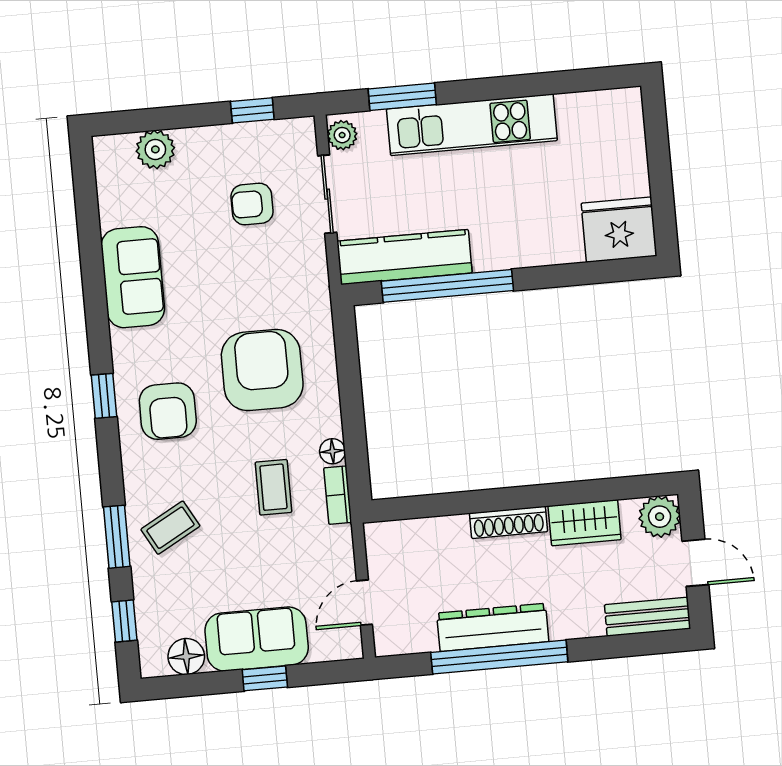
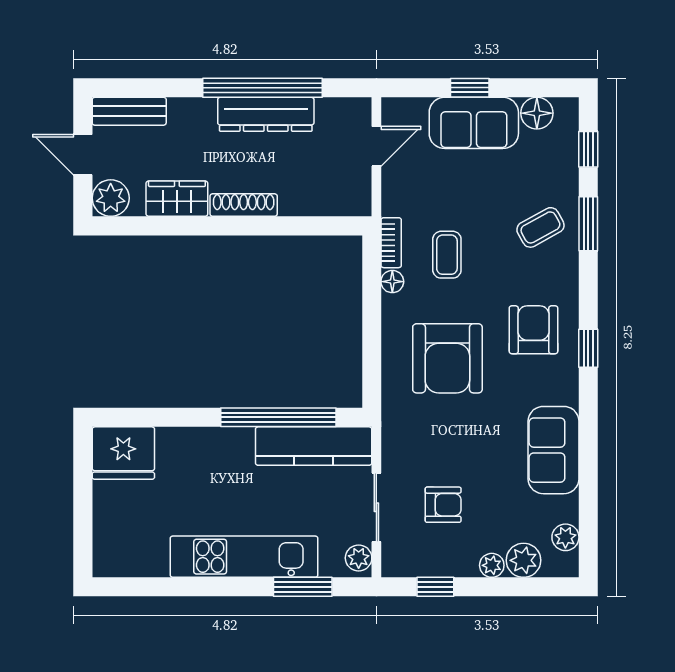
plant: (191, 140) -> (492, 565), added
plant: (110, 180) -> (565, 537), added

